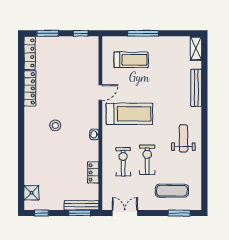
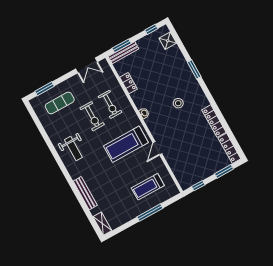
window: (21, 150) -> (194, 69), added

